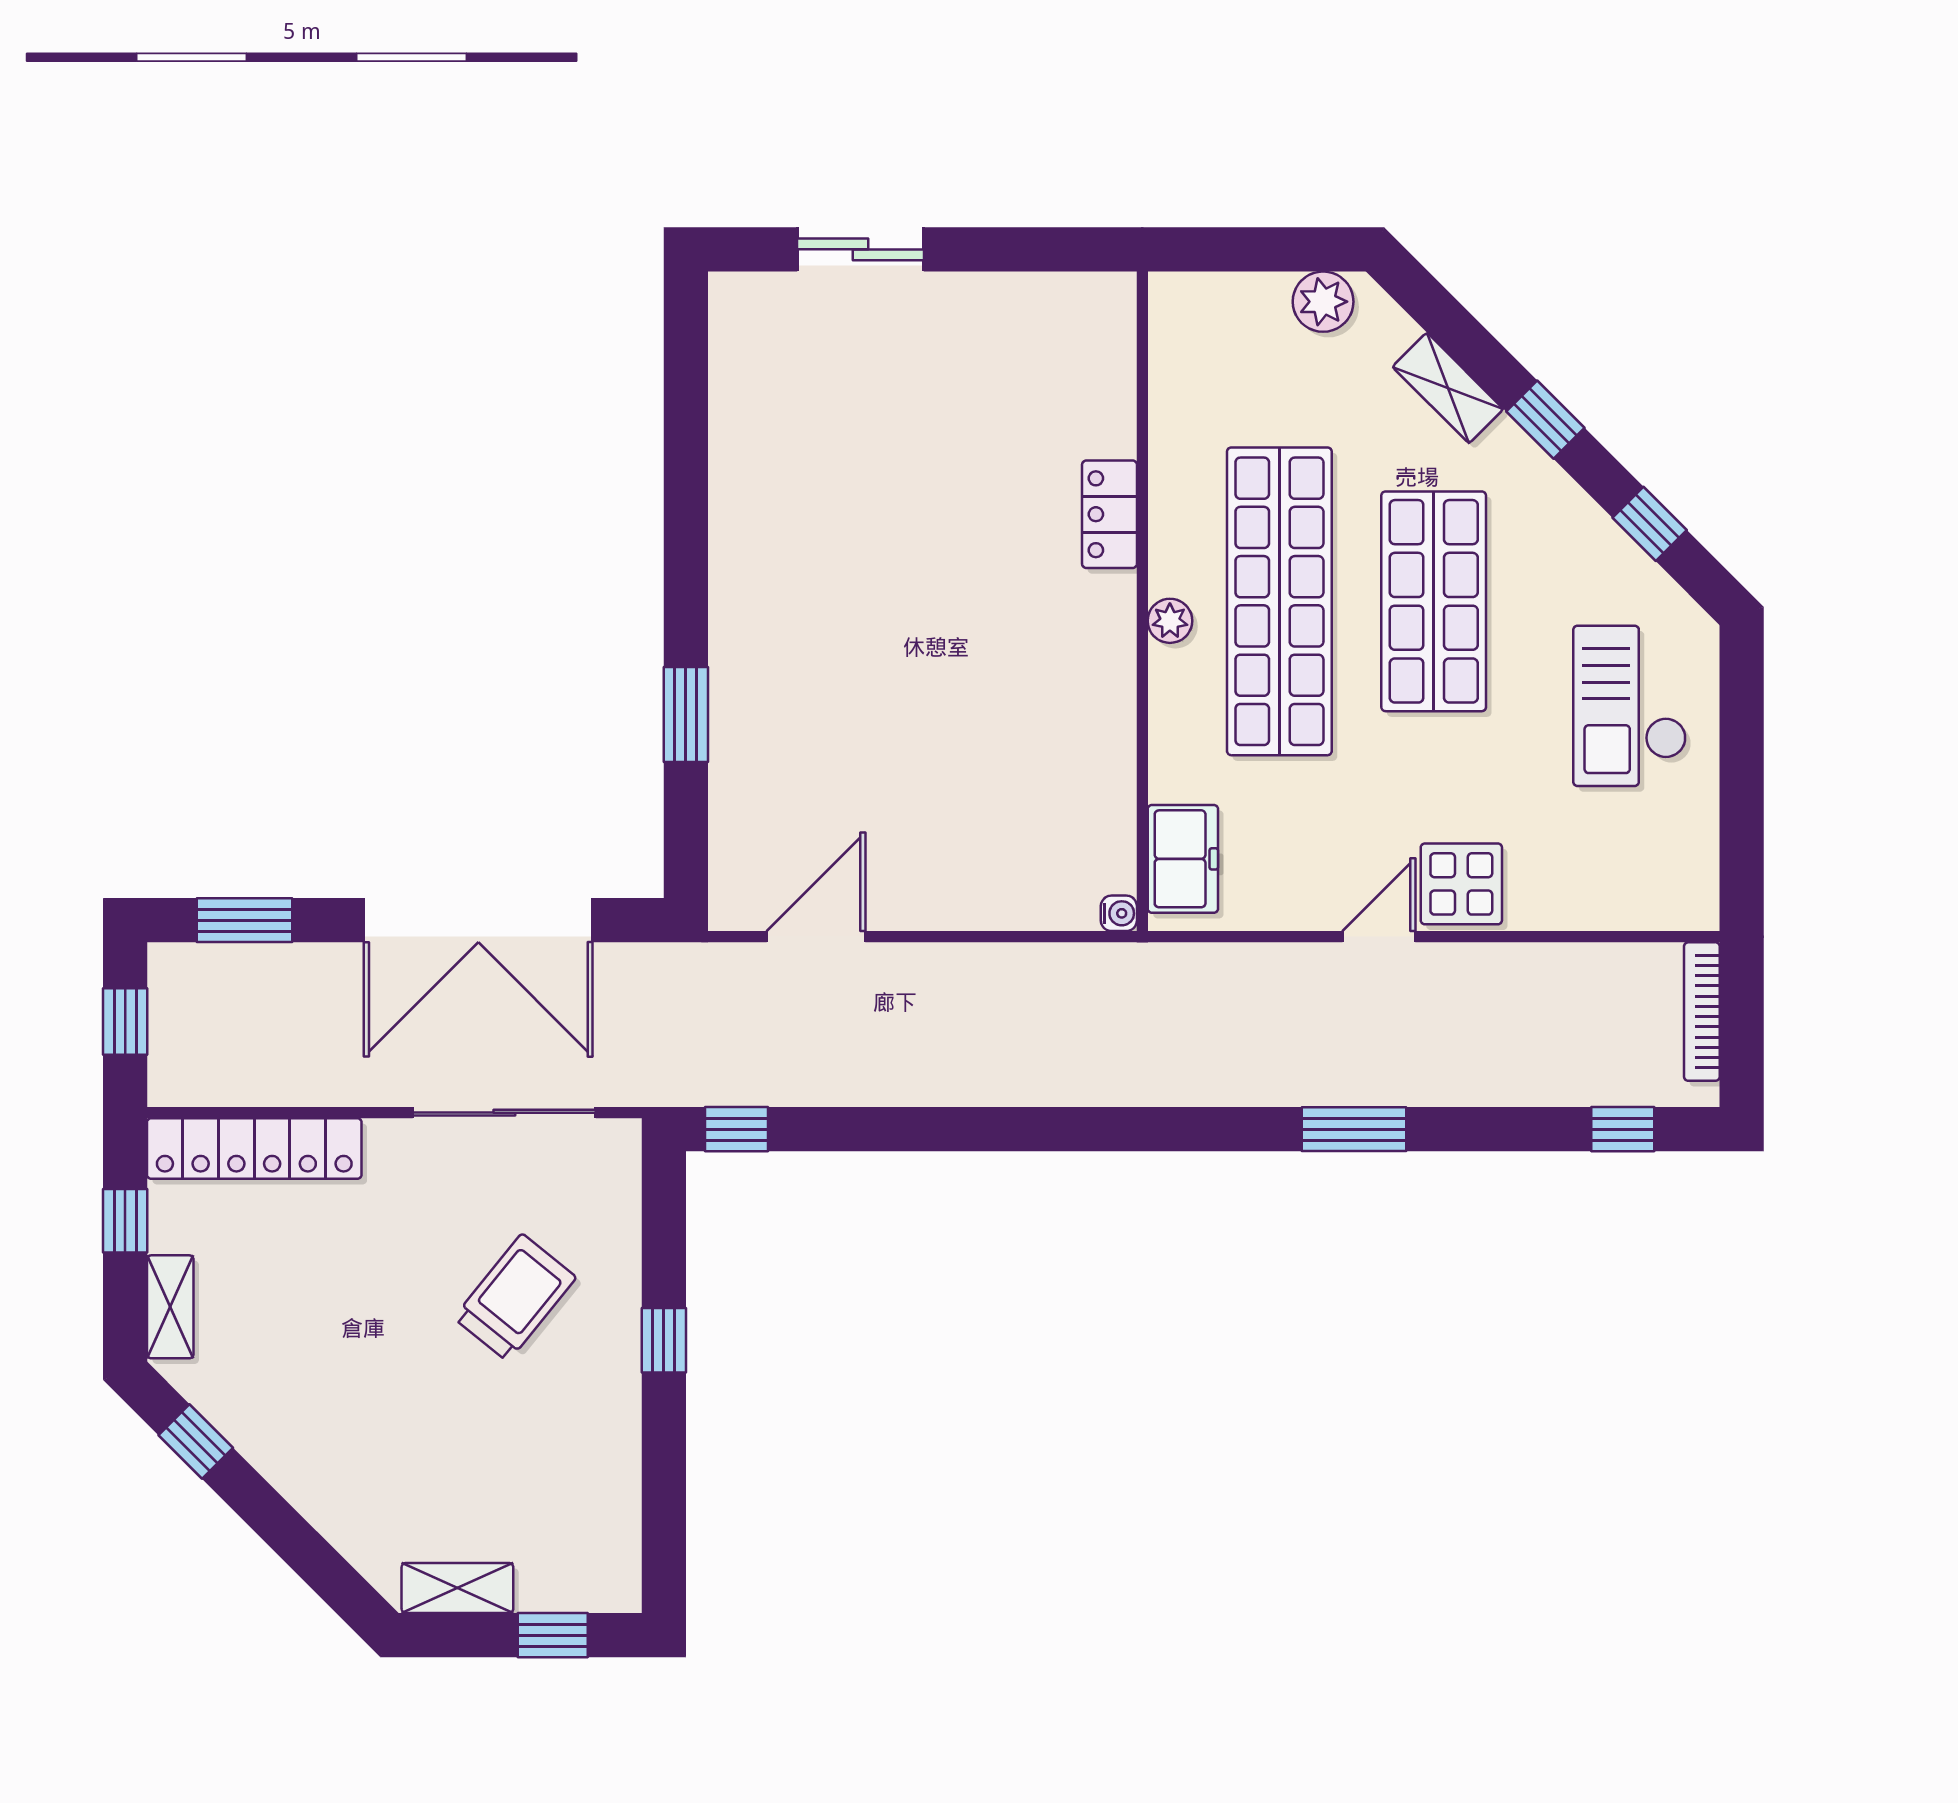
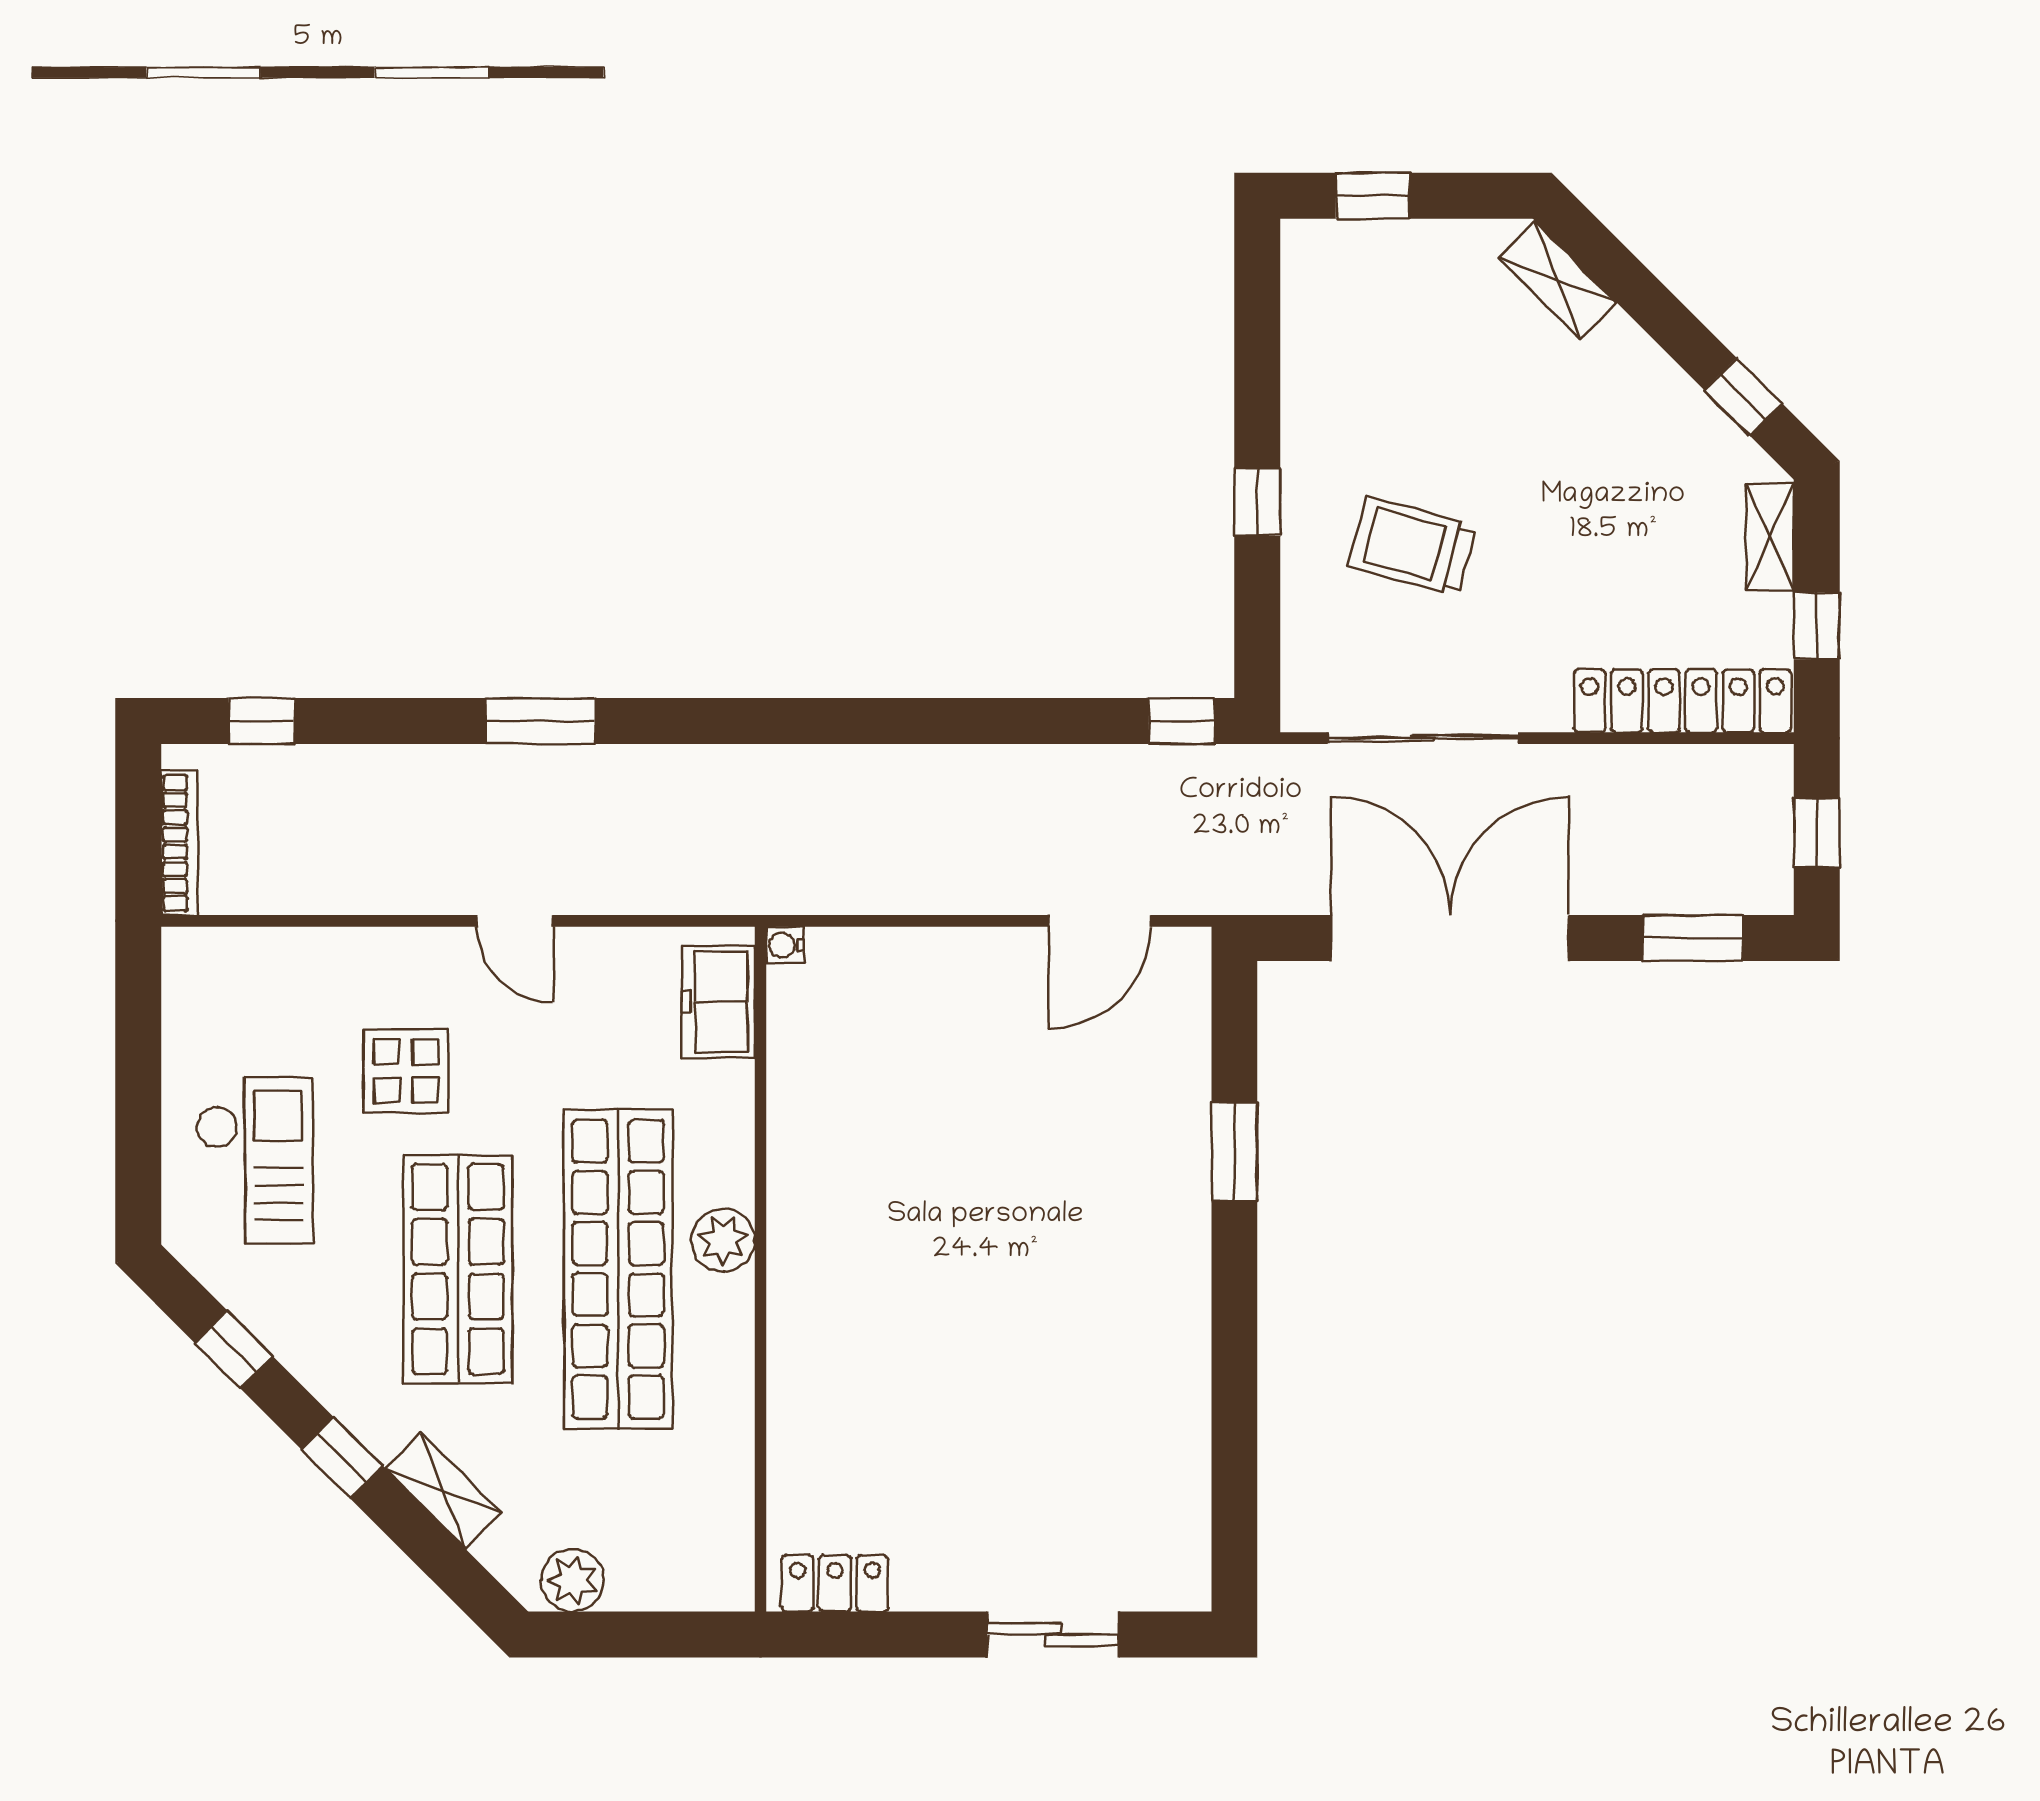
locker: (1110, 514) -> (835, 1583), moved, turned -90
plant: (1170, 621) -> (723, 1240), width x1.38, depth x1.38
display table: (1461, 884) -> (406, 1071), moved
door: (1379, 937) -> (515, 921), hinge flipped
trolley: (515, 1298) -> (1412, 546), turned 66
shelving: (457, 1588) -> (1558, 280), moved, turned 45

